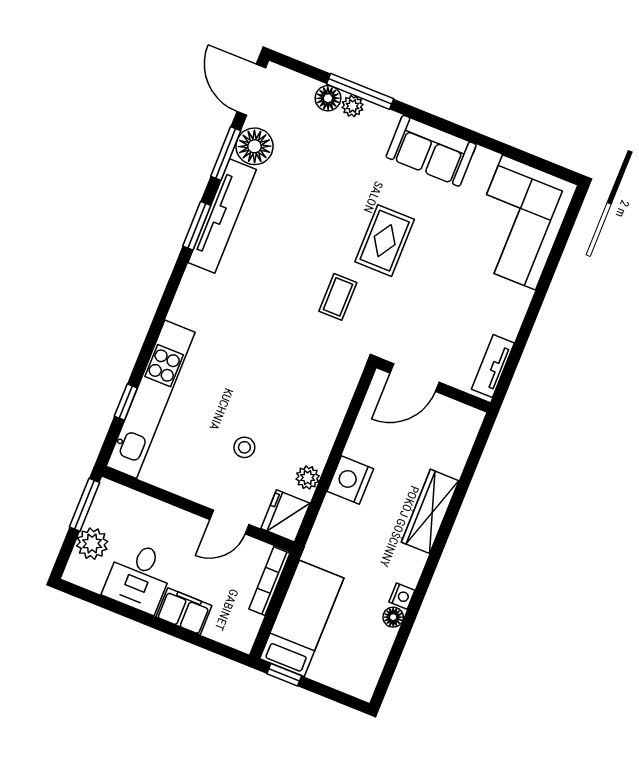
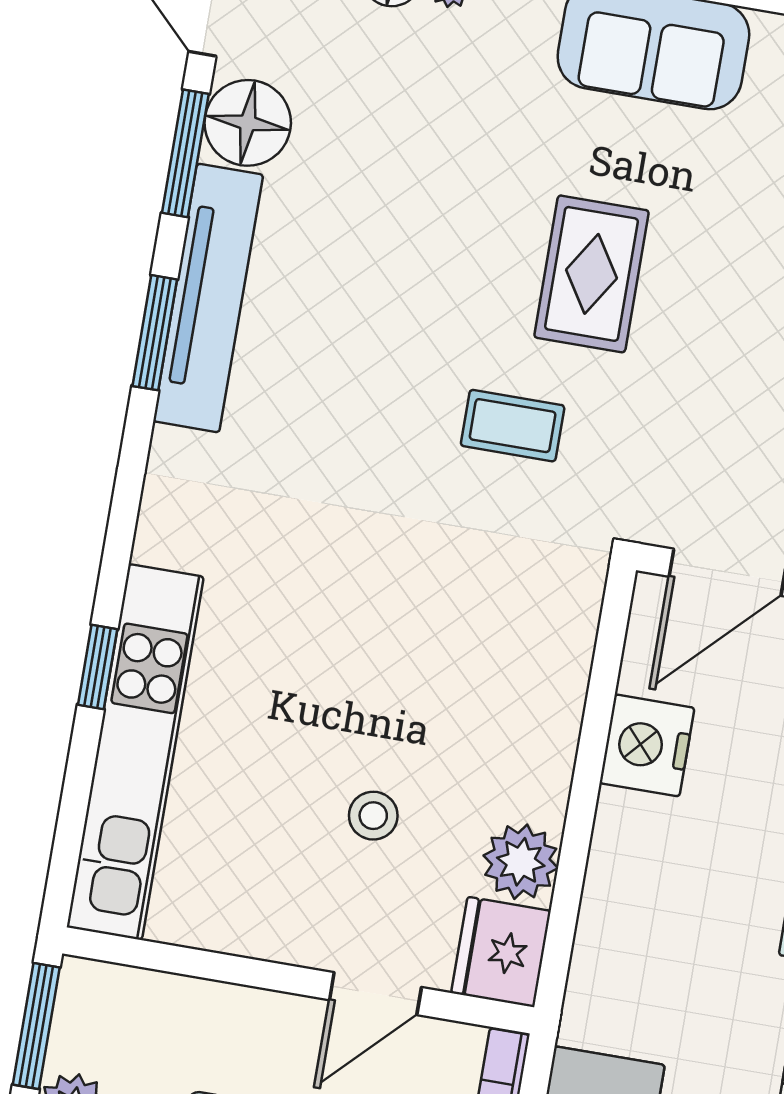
coffee table: (338, 297) -> (513, 426), turned 90
window: (126, 402) -> (98, 667), moved
plant: (308, 478) -> (521, 862), width x1.38, depth x1.38
nightstand: (350, 480) -> (647, 745), moved

